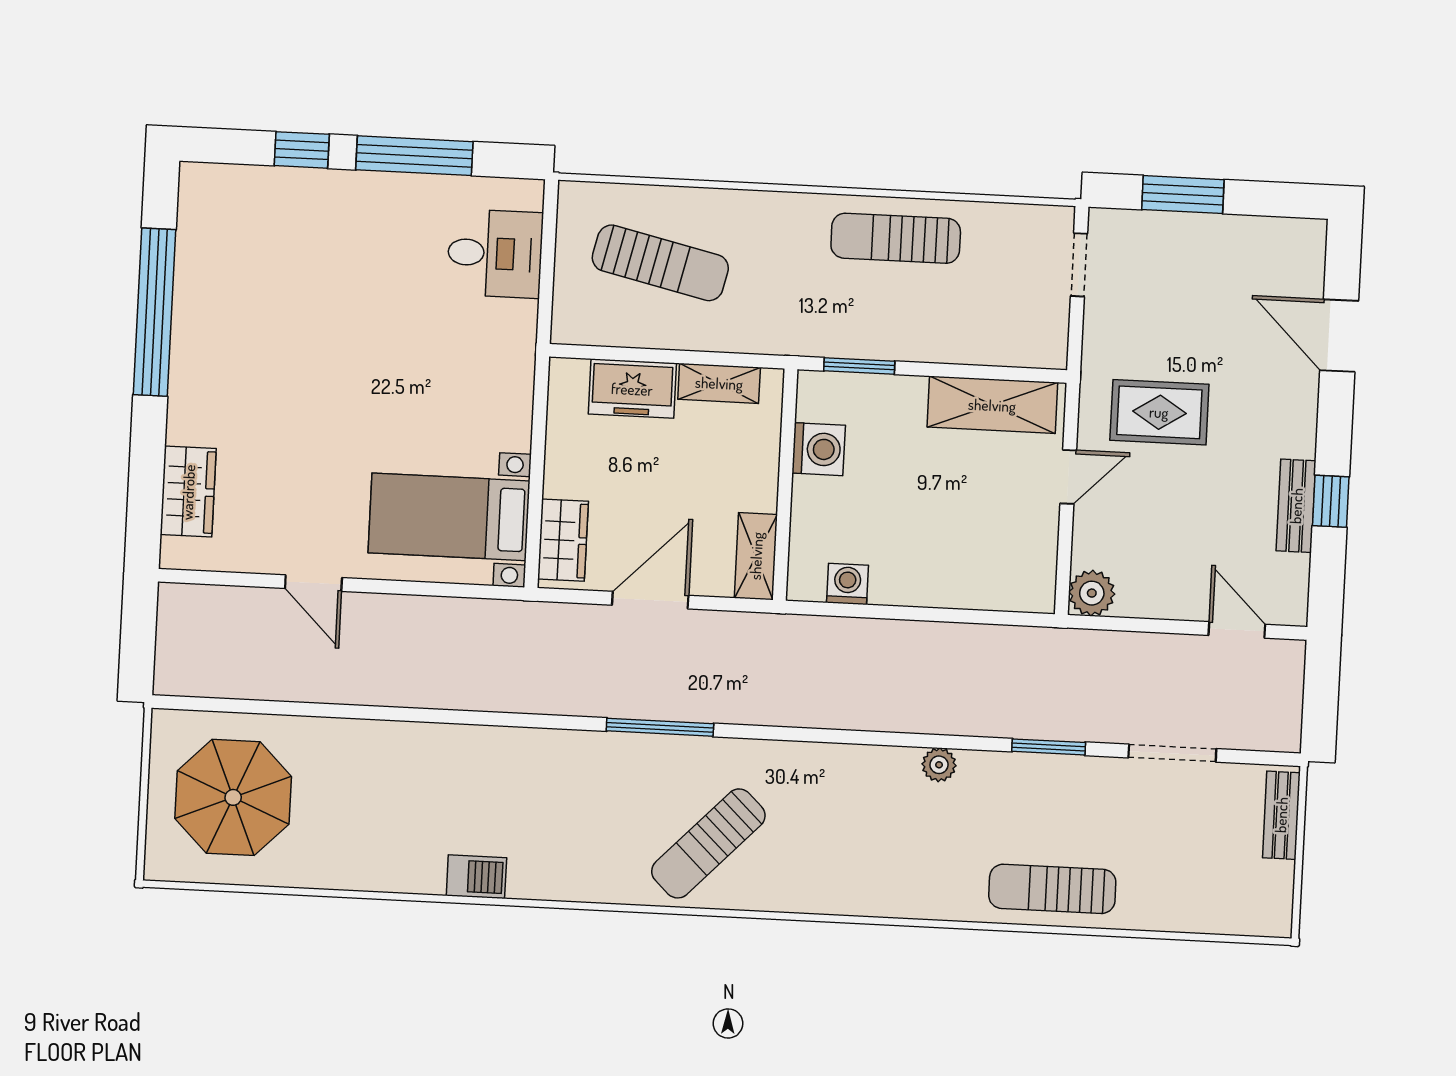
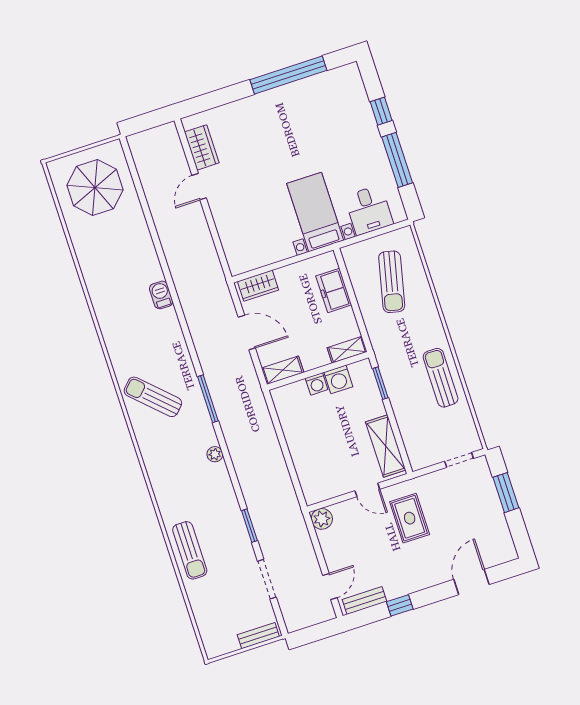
shelving: (719, 383) -> (347, 350), moved, turned 90
wardrobe: (188, 492) -> (202, 147), moved, turned -90
bench: (1296, 506) -> (364, 600), moved
bed with nightstands: (449, 517) -> (315, 212), moved
washing machine: (847, 584) -> (317, 384), moved, turned 90
window: (660, 727) -> (208, 399), moved
plant: (939, 765) -> (215, 454), moved
barbecue: (476, 877) -> (161, 295), moved, turned 180
sun lounger: (1052, 889) -> (190, 550), turned 180

